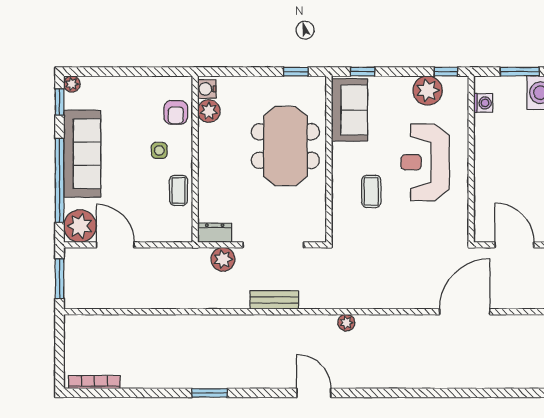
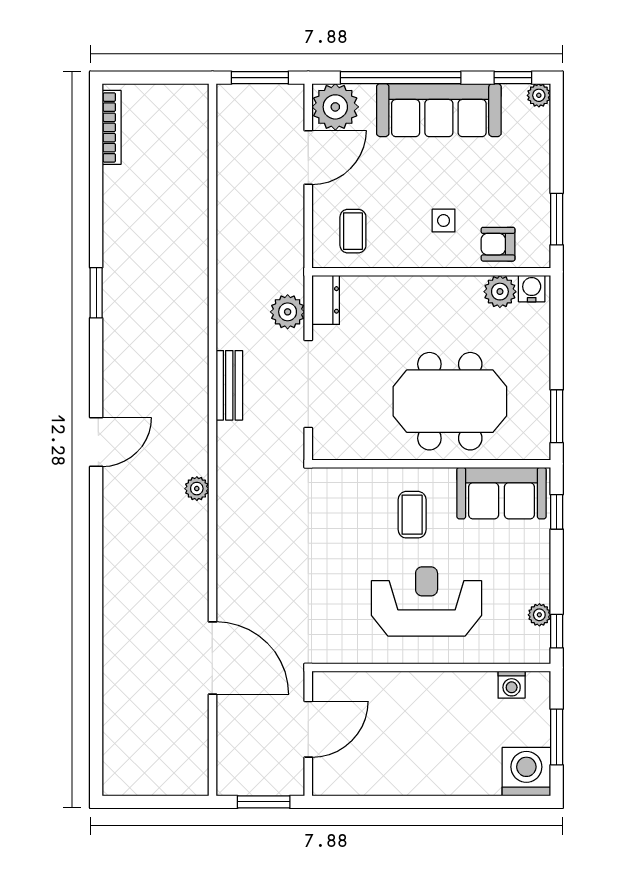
window: (158, 72) -> (557, 219), added
window: (296, 72) -> (557, 416), width x1.50
plant: (428, 90) -> (539, 615), width x0.53, depth x0.53
coffee table: (179, 190) -> (353, 231), moved, turned 90
coffee table: (371, 191) -> (412, 515), moved, turned 90

